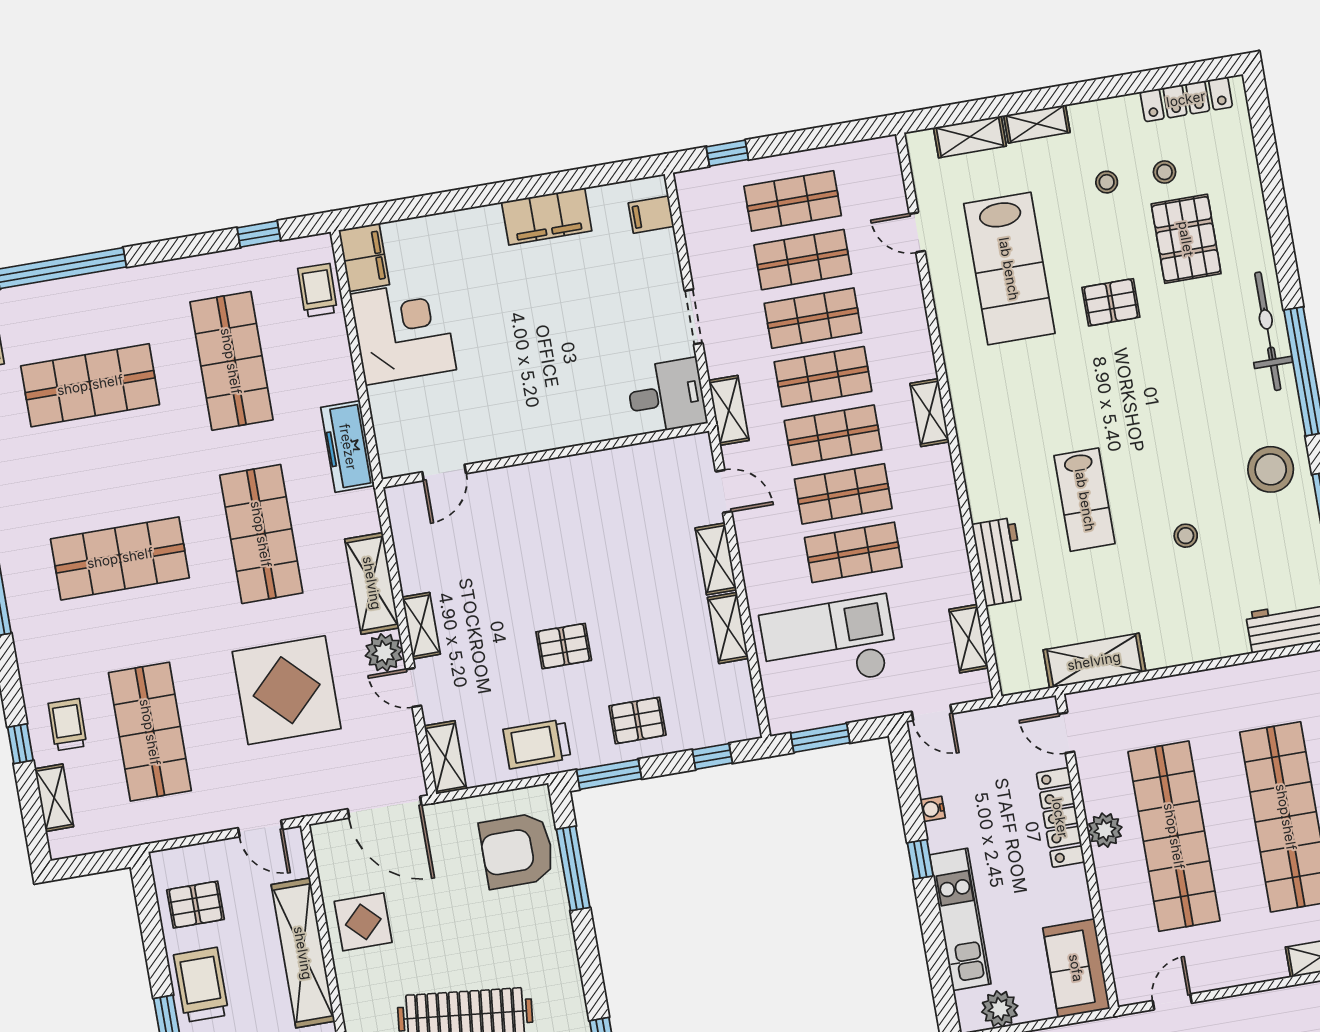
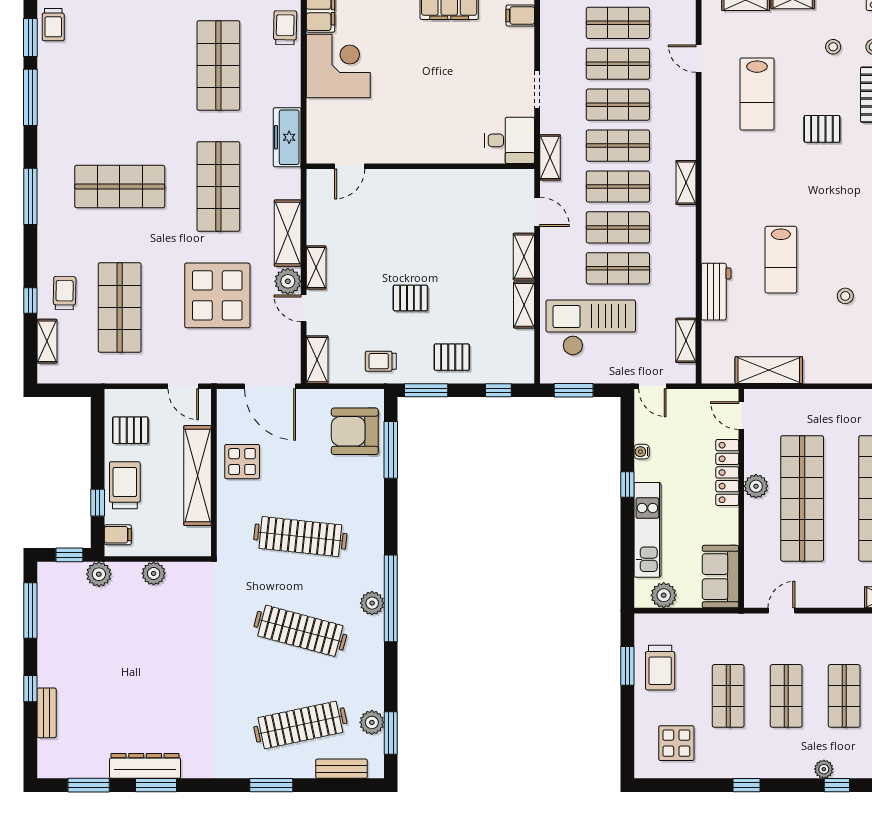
lab bench: (1009, 269) -> (757, 94), width x0.73, depth x0.72
shop shelf: (90, 385) -> (120, 65), removed
trolley: (537, 744) -> (381, 361), width x0.73, depth x0.72

